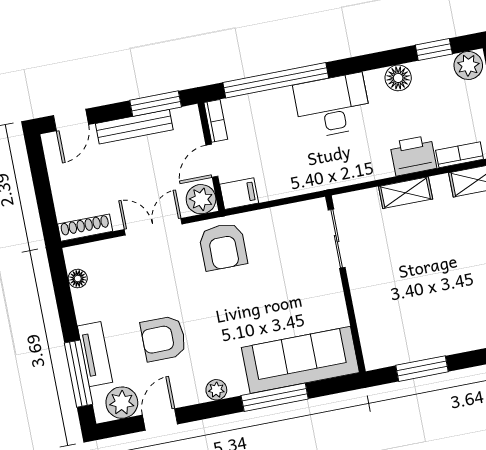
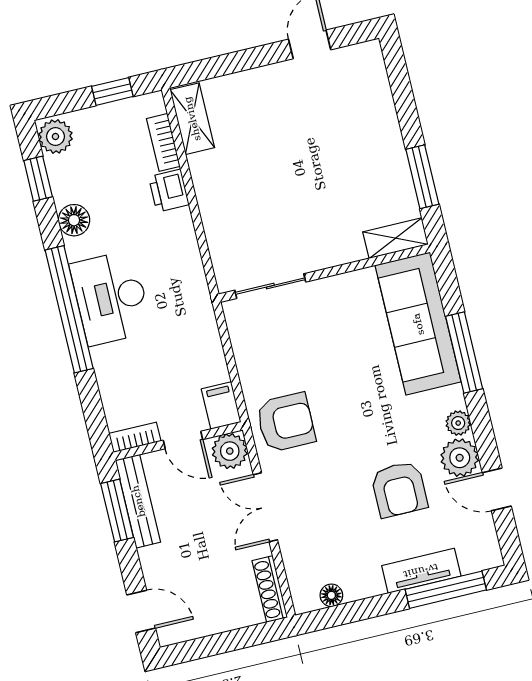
window: (276, 80) -> (69, 309), moved
bench: (134, 127) -> (138, 501), moved
printer: (413, 155) -> (169, 191), width x0.73, depth x0.81
shelving: (406, 193) -> (396, 238), moved, turned 90
plant: (122, 403) -> (460, 458), moved

